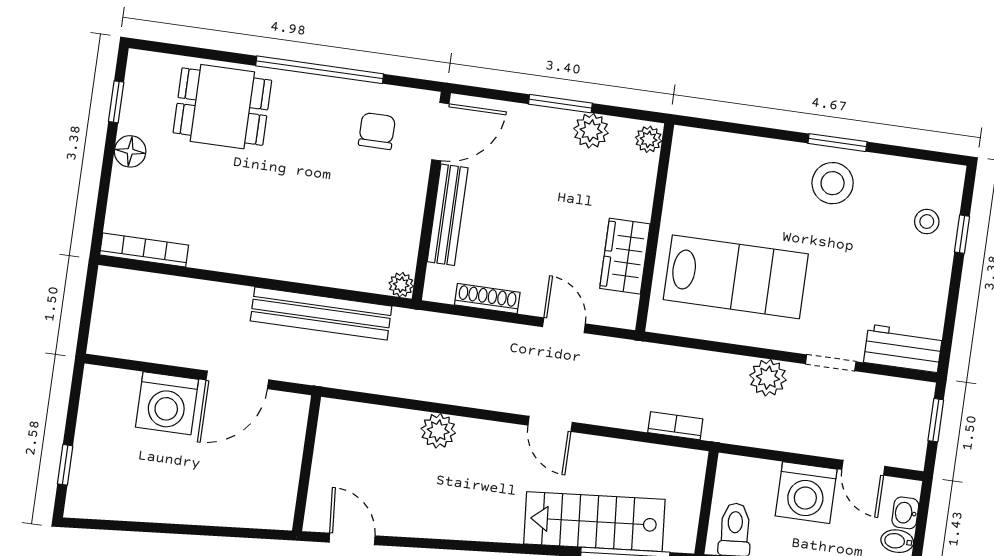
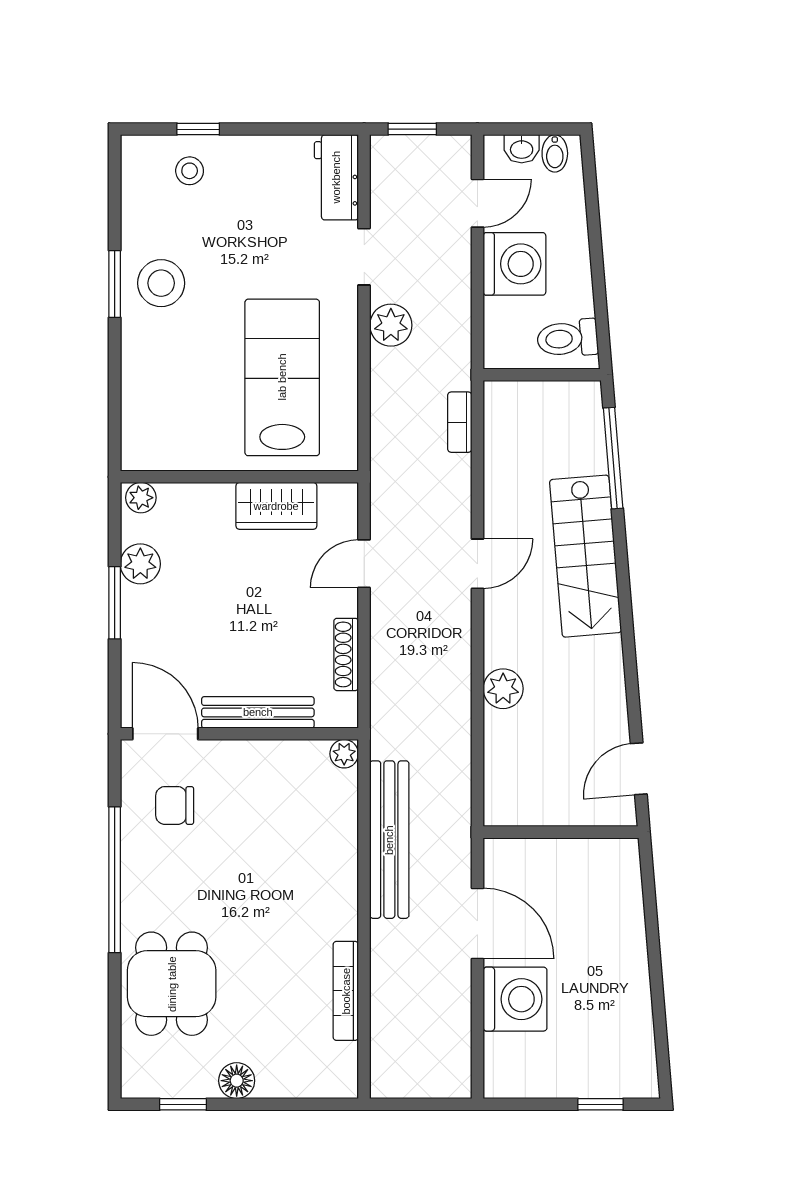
bookcase: (144, 250) -> (346, 991), moved
stairs: (594, 522) -> (586, 556), moved

